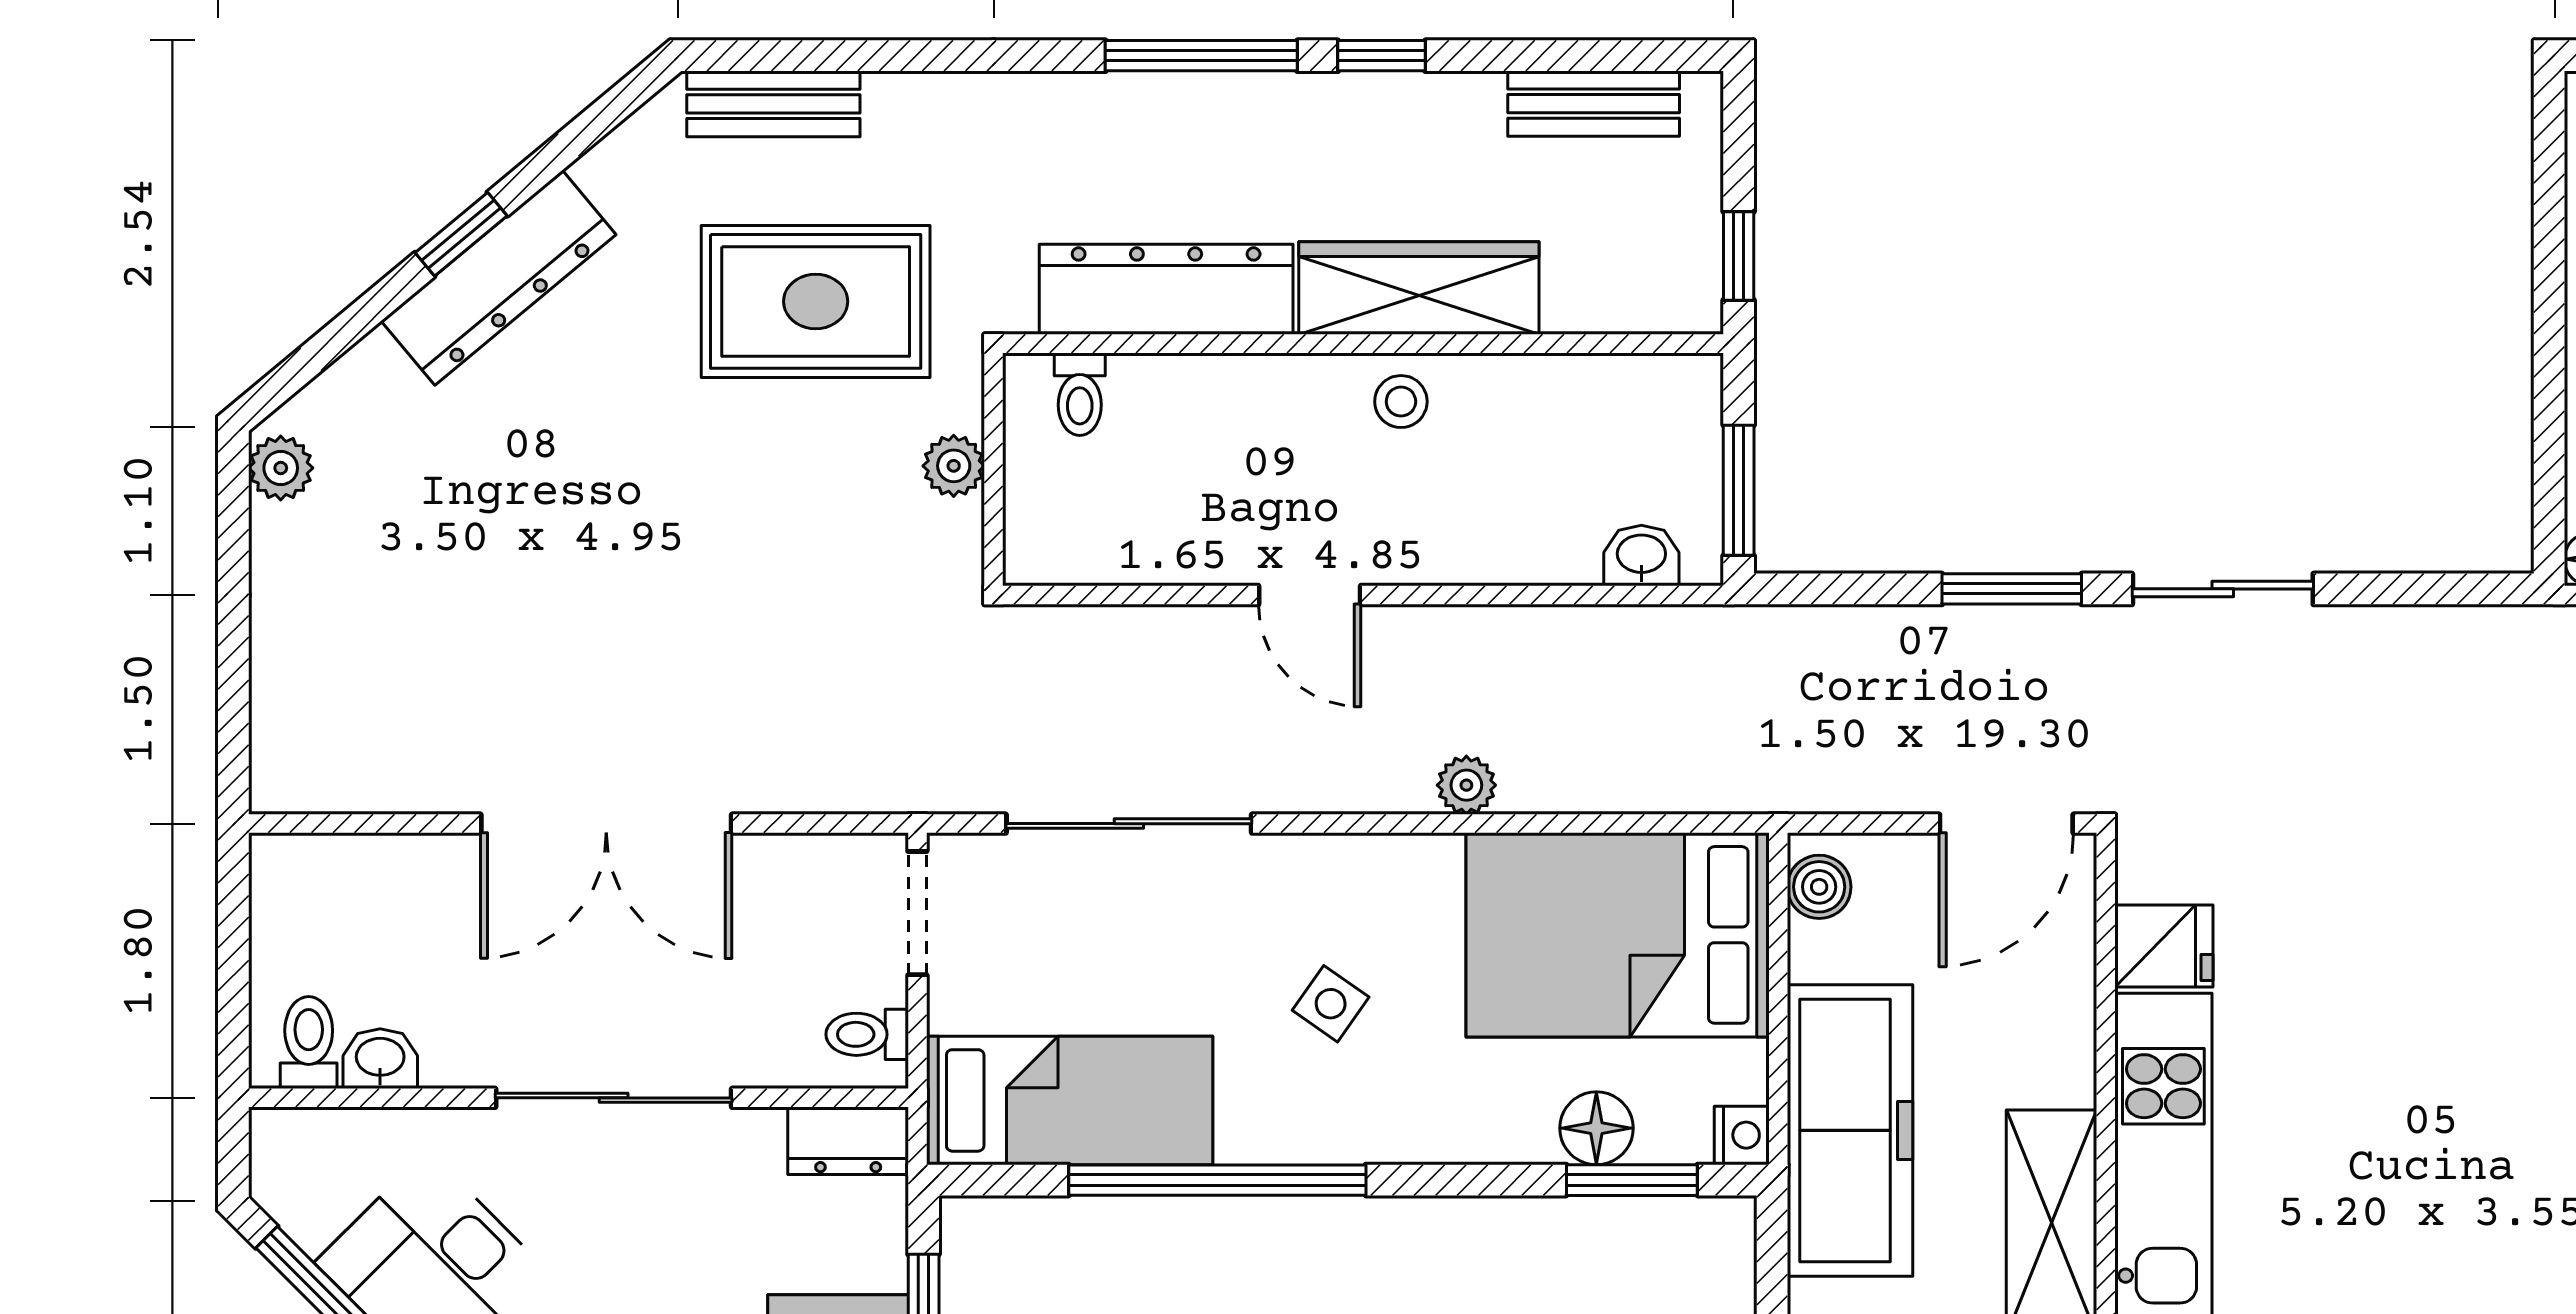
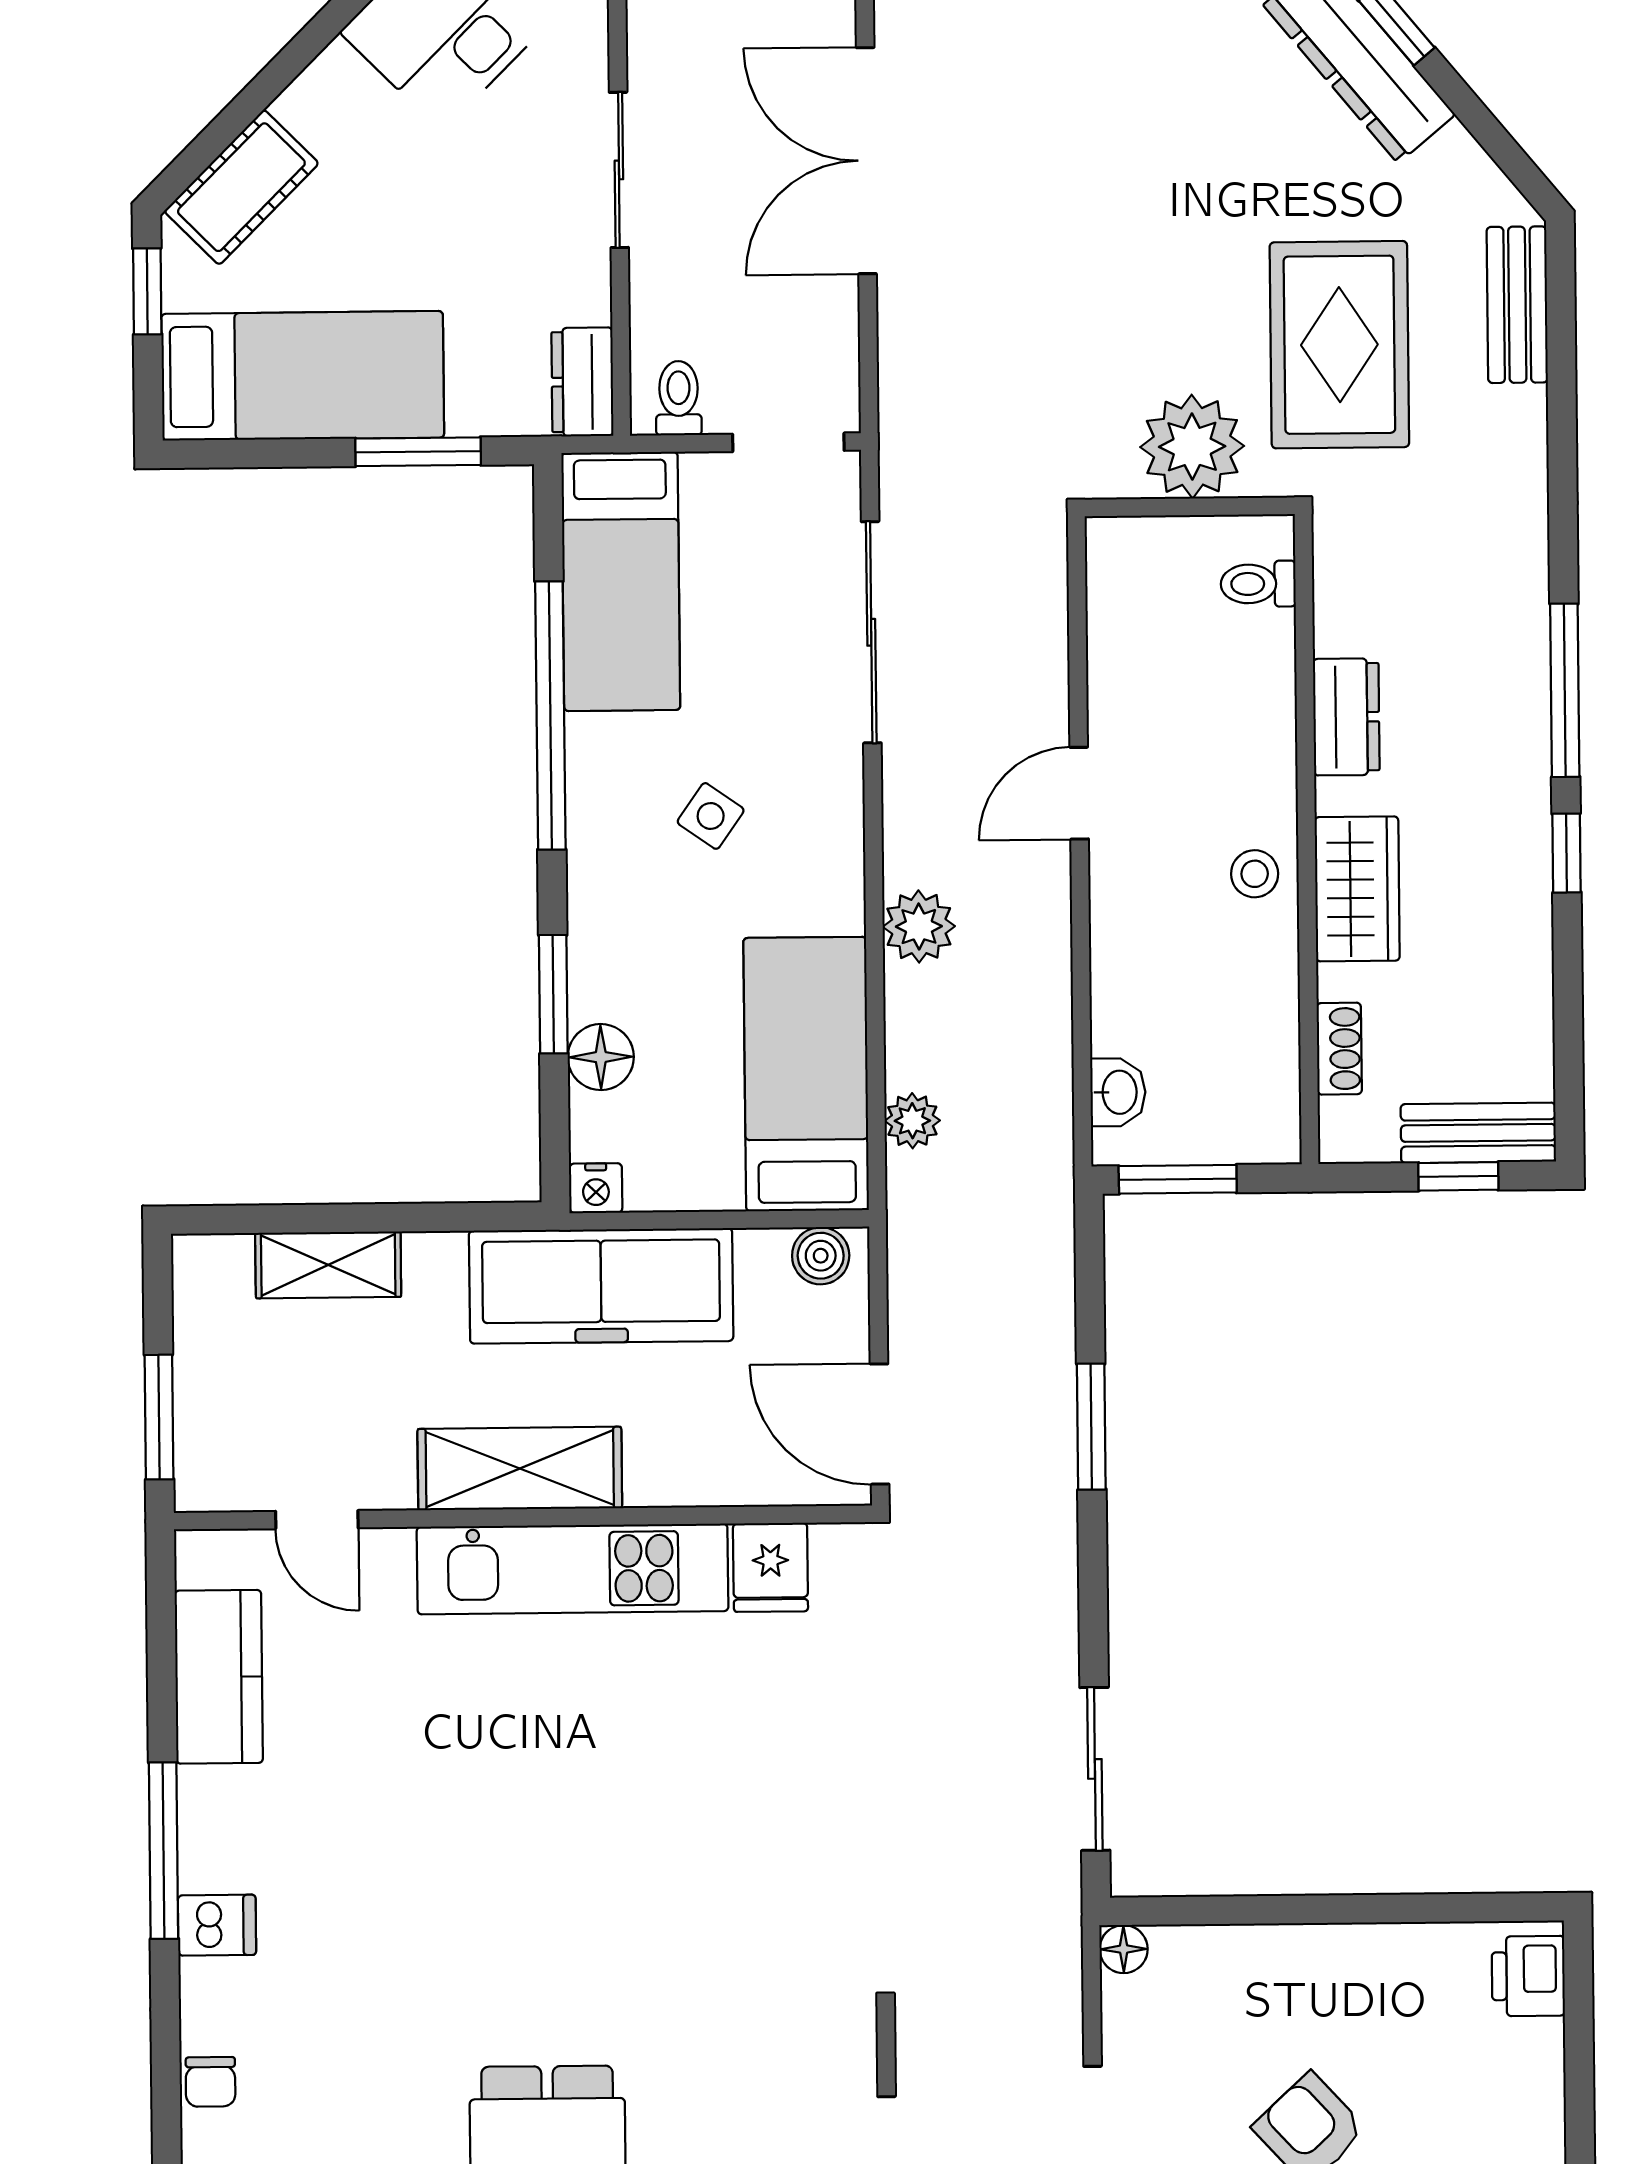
bench: (1594, 104) -> (1478, 1133), moved, turned 90
window: (1739, 256) -> (1458, 1176), moved
wardrobe: (1419, 288) -> (1357, 889), width x0.67
dresser: (1166, 289) -> (1346, 717), width x0.51, depth x0.80
shoe rack: (1596, 310) -> (1339, 1049), added
plant: (954, 466) -> (1192, 447), width x1.87, depth x1.87
sliding door: (2223, 589) -> (1095, 1769), moved
plant: (1671, 784) -> (912, 1121), added
plant: (1466, 785) -> (919, 926), width x1.38, depth x1.38
bed: (1618, 935) -> (806, 1074), width x0.67
sliding door: (614, 1098) -> (619, 170), width x0.73
window: (1632, 1180) -> (553, 994), moved

